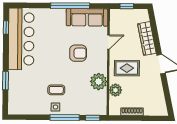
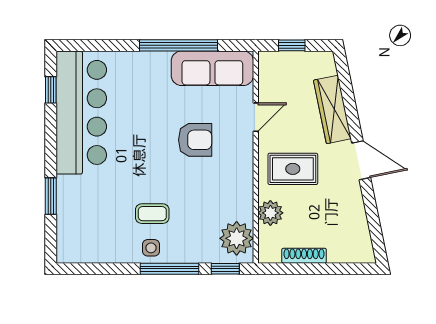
plant: (99, 82) -> (237, 238), moved

